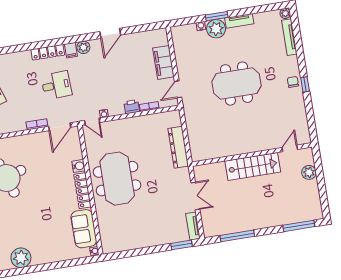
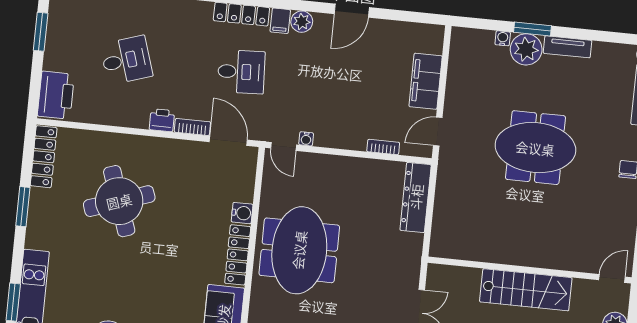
printer: (132, 107) -> (162, 120), moved
door: (60, 127) -> (228, 141), swing flipped
dresser: (178, 147) -> (416, 197), moved
door: (290, 148) -> (612, 278), moved

